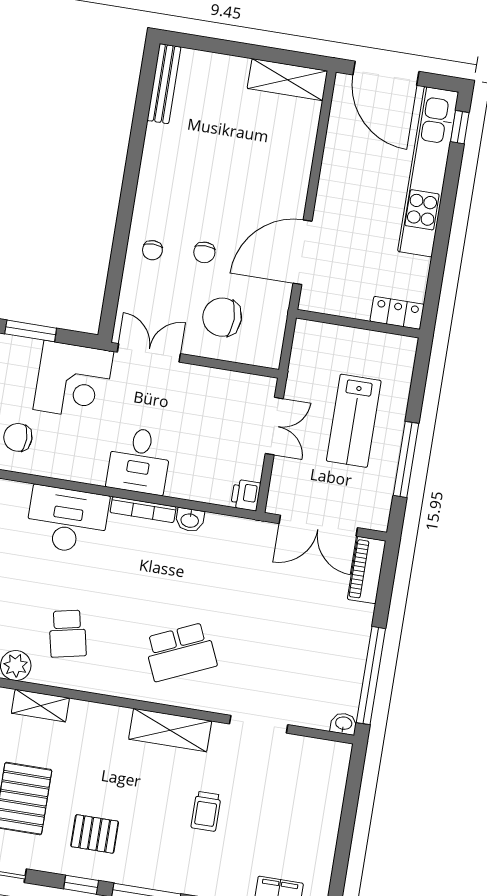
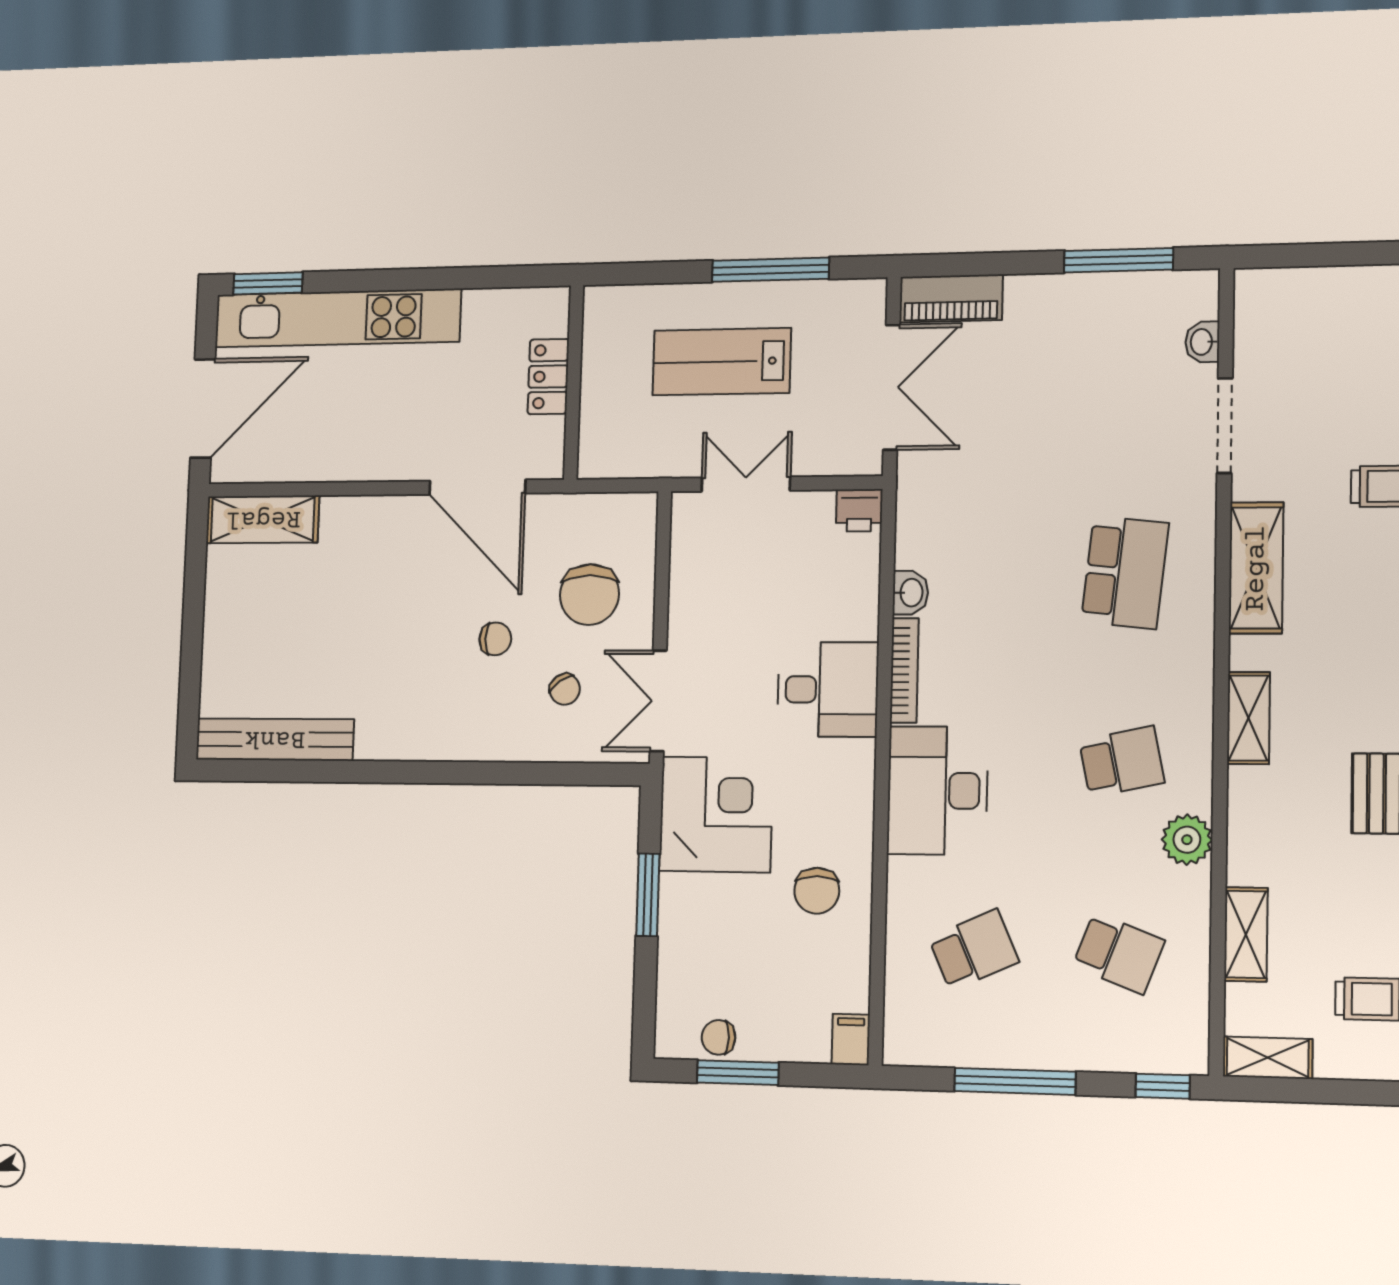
shelving: (287, 80) -> (263, 519), moved, turned 90
bench: (164, 84) -> (275, 739), width x1.37, depth x1.21
window: (460, 127) -> (268, 283), width x1.50
chair: (152, 250) -> (565, 689), moved, turned 55
locker: (397, 313) -> (548, 377), moved
lab bench: (354, 421) -> (722, 362), turned 180
school desk: (180, 652) -> (1125, 572), turned 30
window: (371, 676) -> (1118, 260), width x0.68
shelving: (40, 706) -> (1248, 718), moved
washbasin: (344, 724) -> (1202, 342), moved

